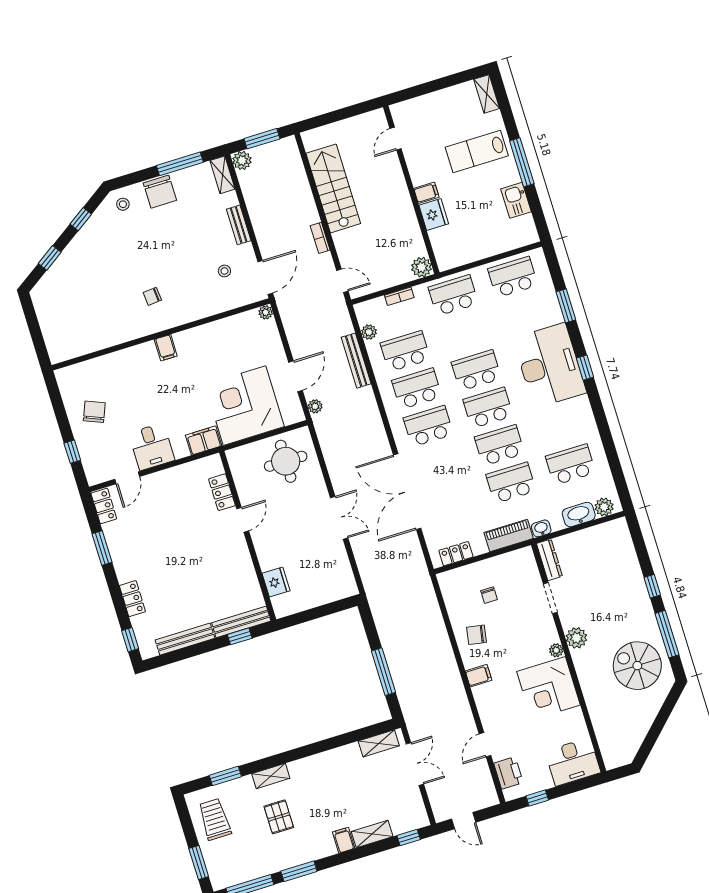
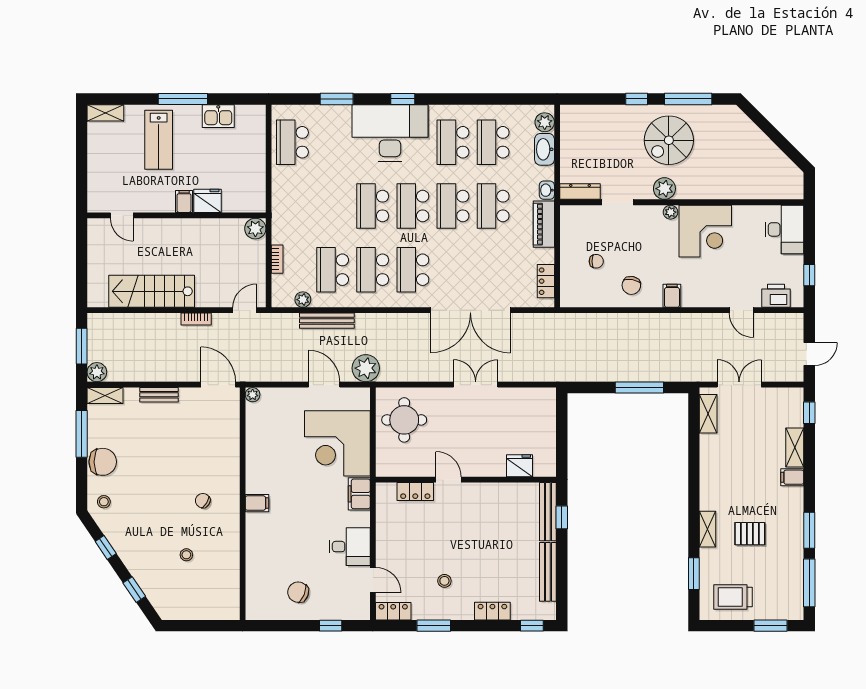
stool: (224, 271) -> (186, 555), moved
school desk: (453, 295) -> (453, 142), moved
chair: (152, 296) -> (203, 501), turned 127
plant: (315, 406) -> (366, 368), width x1.88, depth x1.88
stool: (147, 545) -> (444, 581), added
spiral stairs: (637, 666) -> (669, 140), moved

